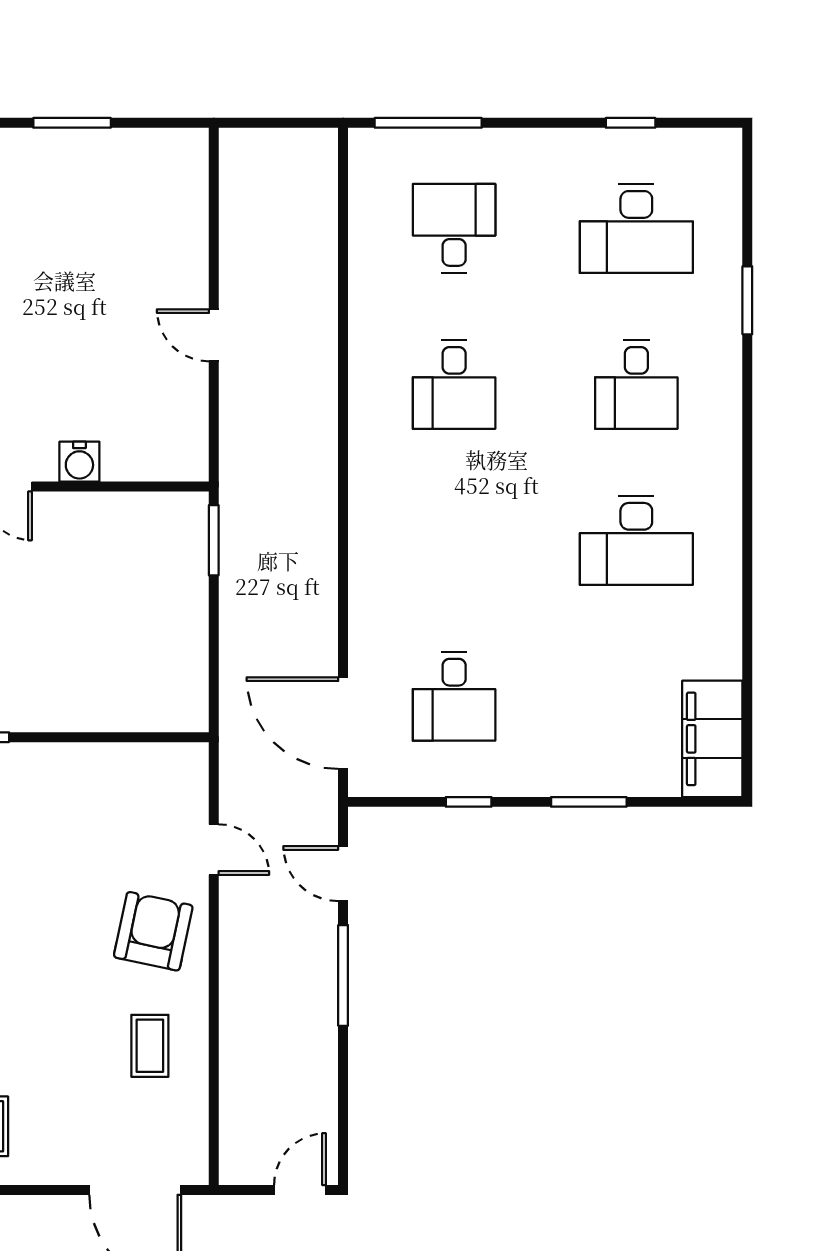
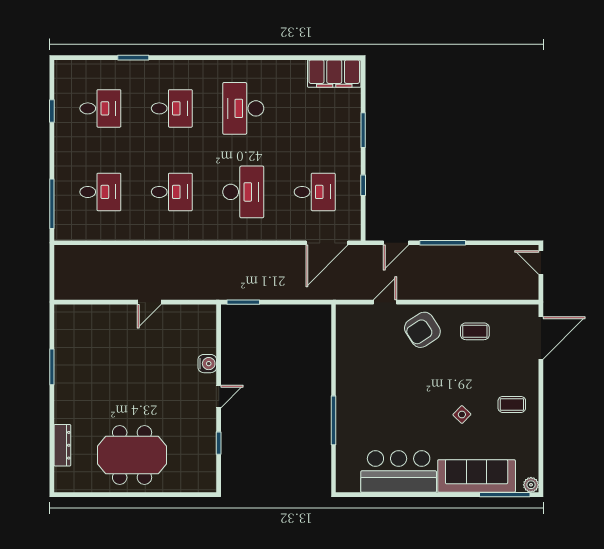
desk: (454, 228) -> (100, 192), turned 180
desk: (636, 228) -> (100, 108), width x0.73
desk: (454, 540) -> (243, 192), added
desk: (636, 540) -> (243, 108), turned 180
armchair: (153, 931) -> (422, 330), turned -45

